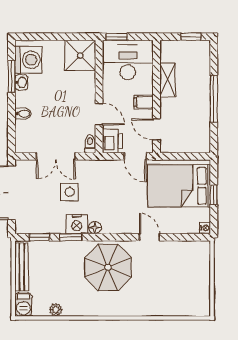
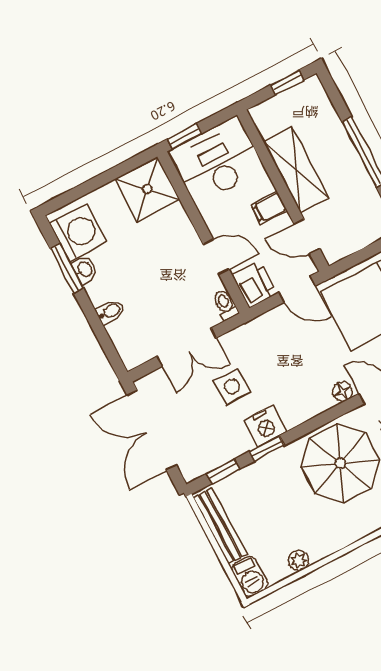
shelving: (167, 80) -> (296, 170), width x1.50, depth x1.33
floor lamp: (95, 228) -> (343, 392), moved

